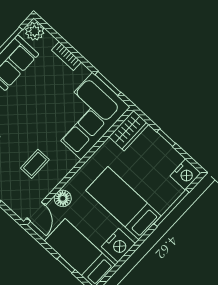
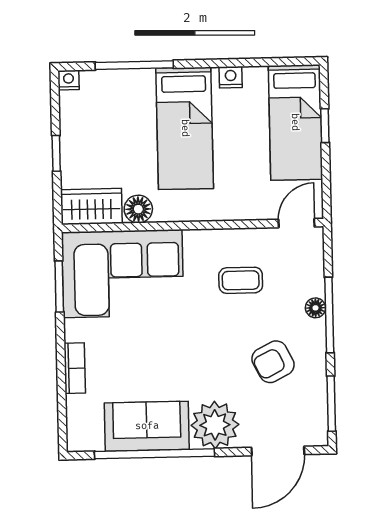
plant: (35, 31) -> (82, 435), removed
nightstand: (185, 174) -> (68, 80), width x0.53, depth x0.56
floor lamp: (63, 198) -> (138, 209), moved
nightstand: (118, 245) -> (231, 77), width x0.53, depth x0.56

